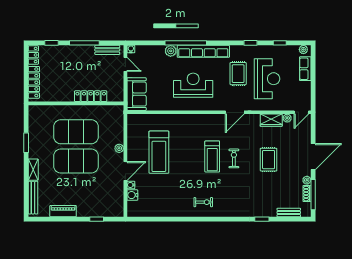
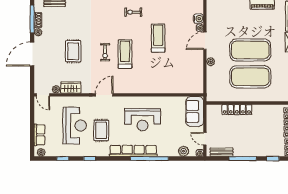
plant: (171, 51) -> (184, 151), moved
reception desk: (267, 79) -> (75, 126), turned 180
door: (301, 112) -> (43, 95), swing flipped
treadmill: (159, 152) -> (158, 38), moved, width x0.73, depth x0.73

